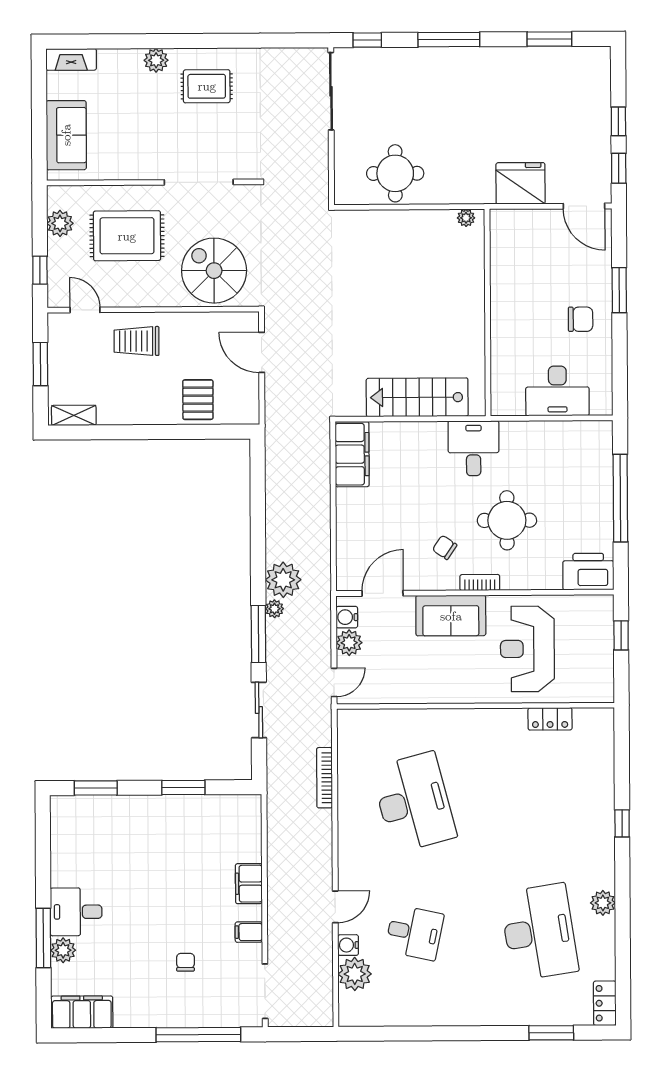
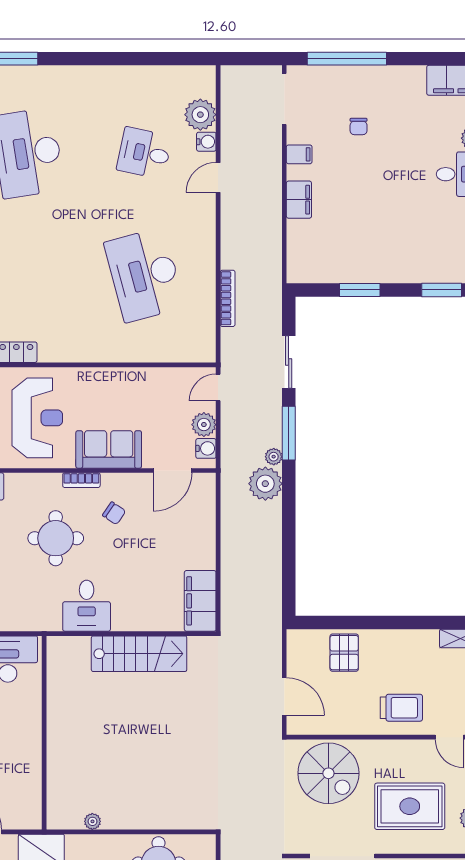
wall: (488, 313) -> (44, 733), moved

